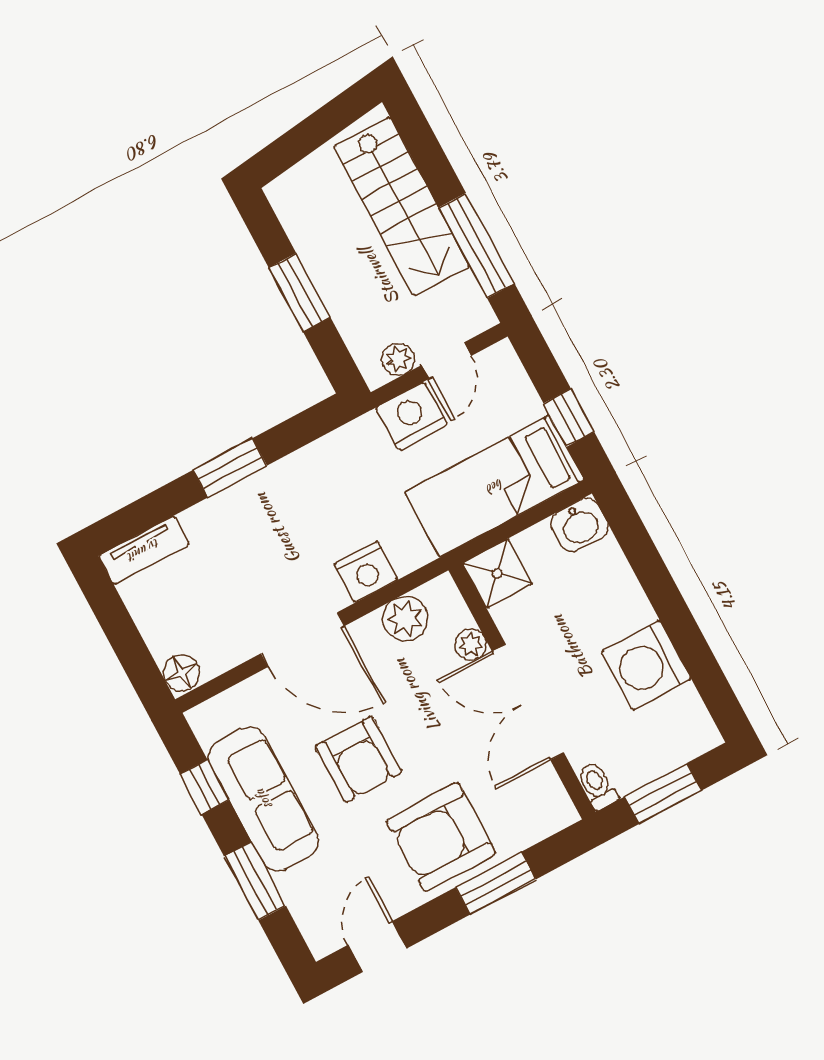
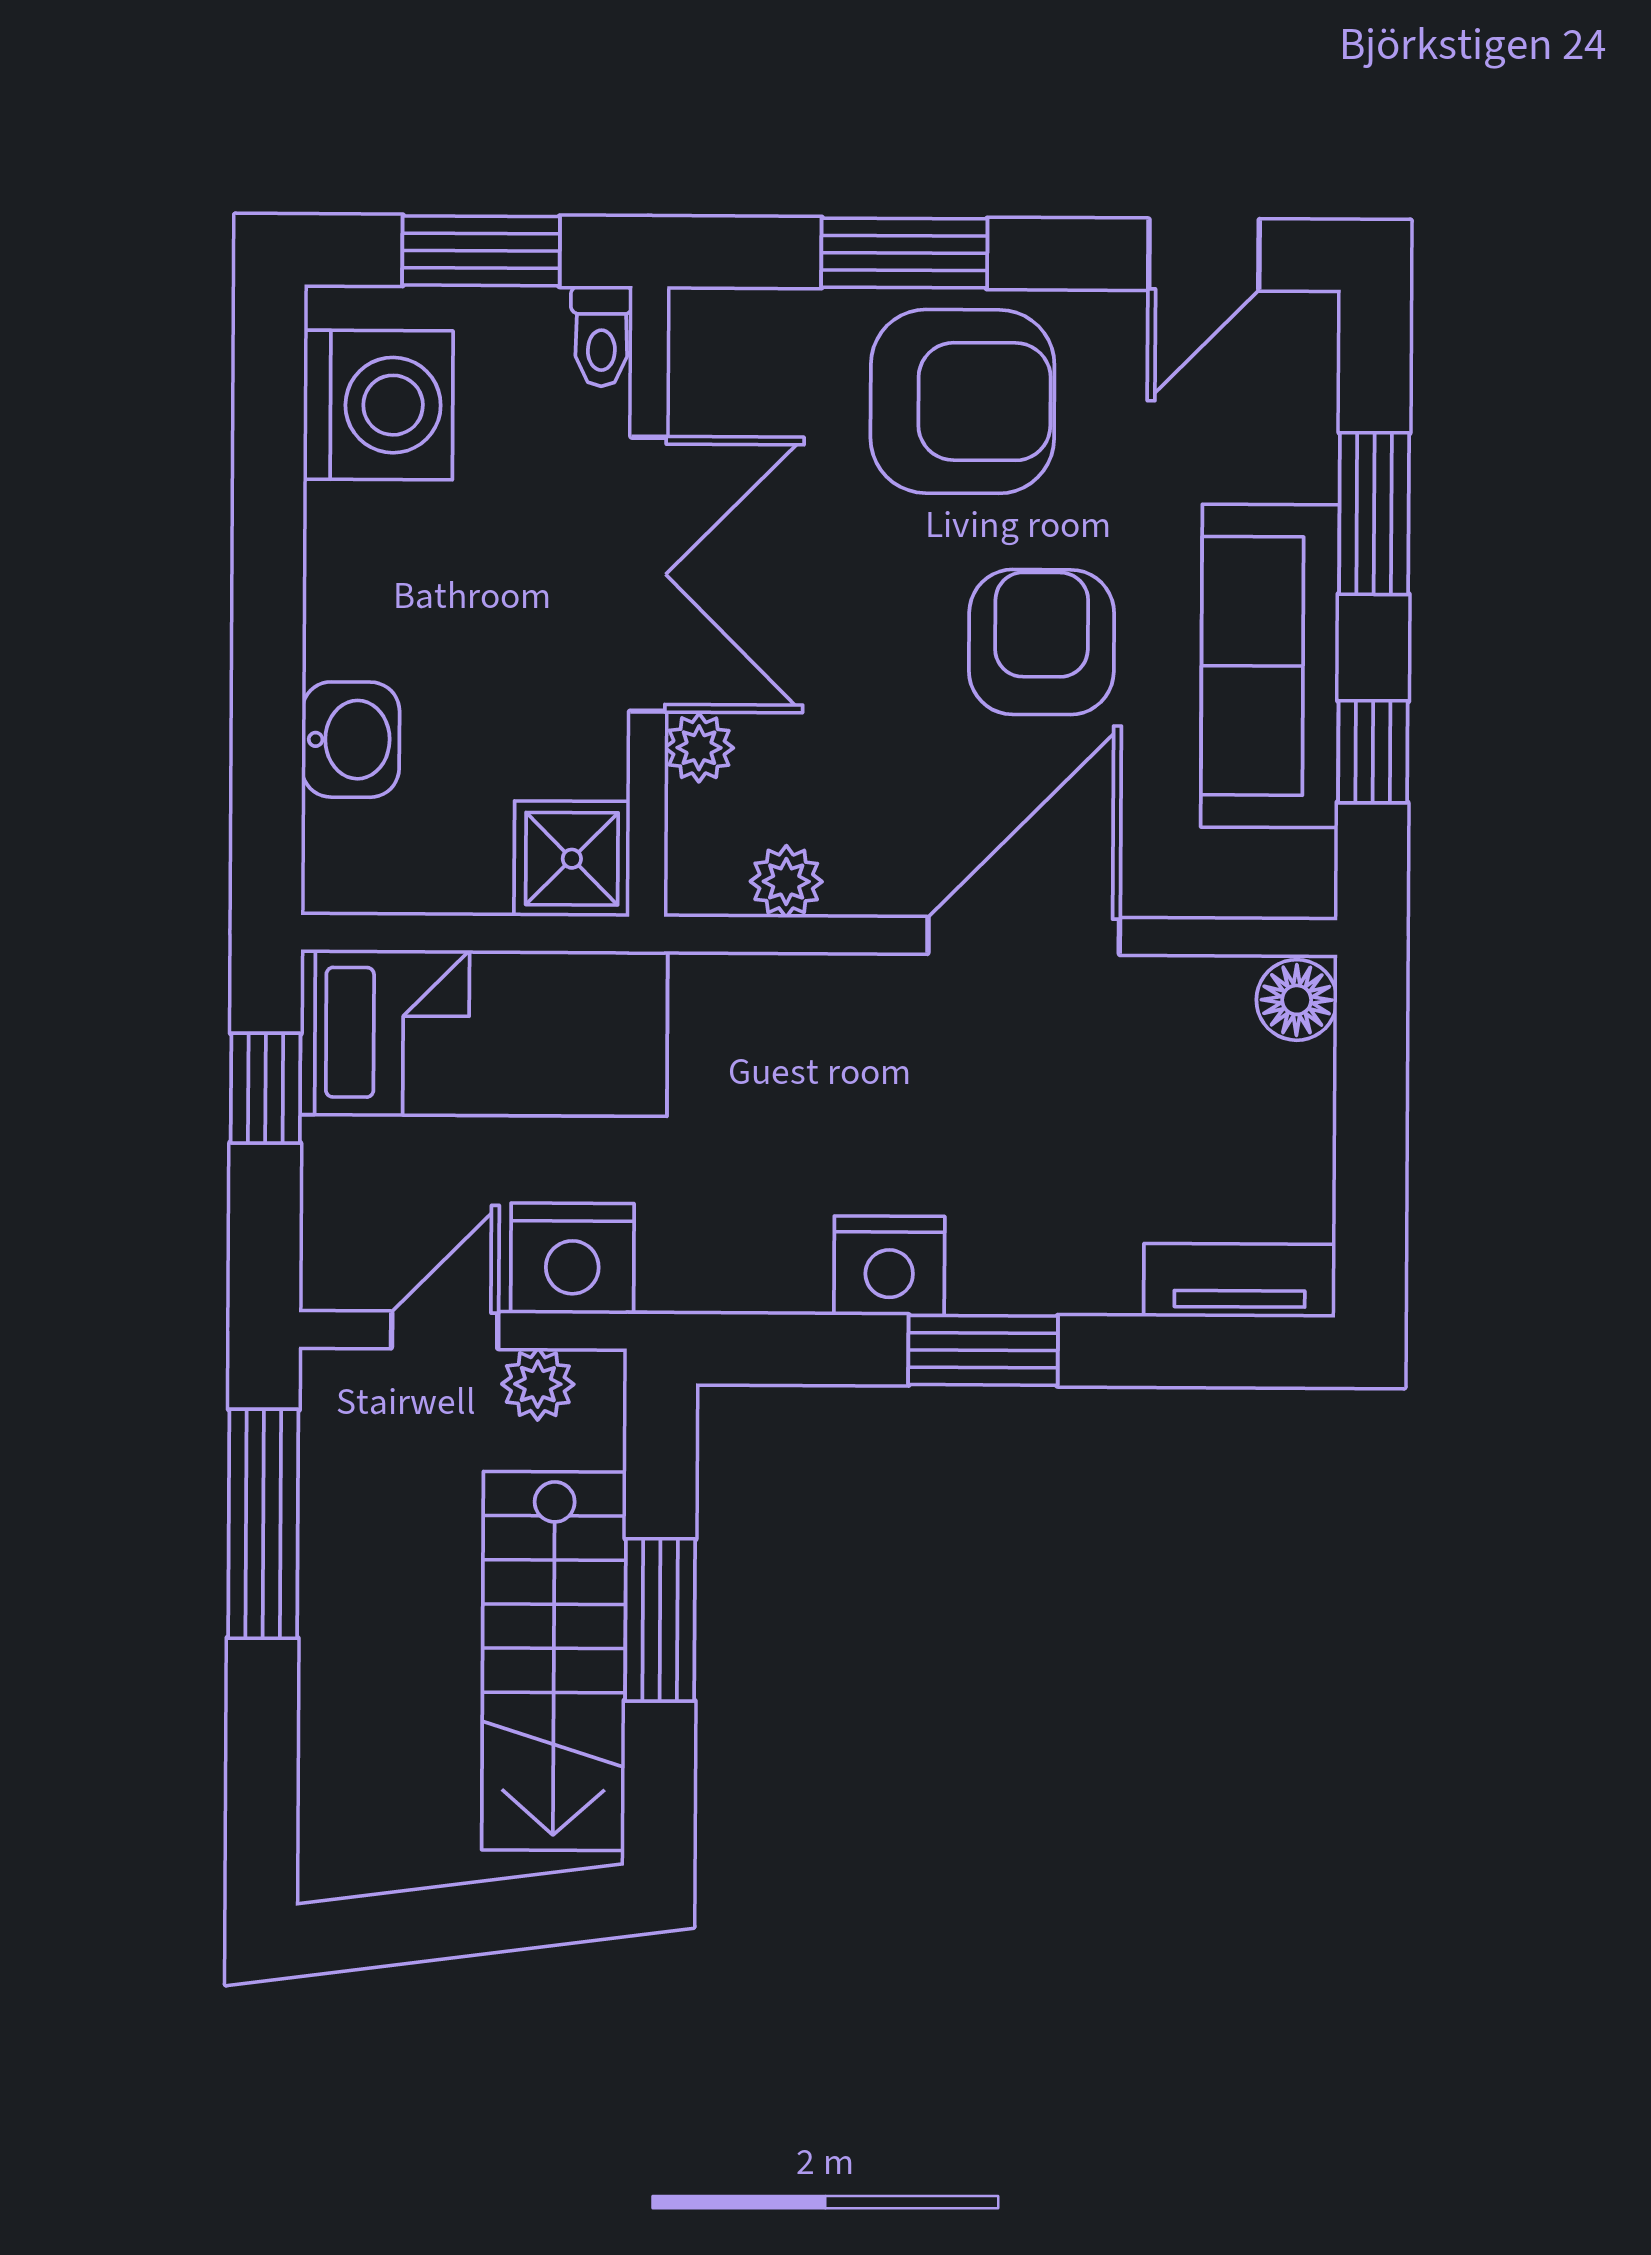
stairs: (402, 206) -> (554, 1661), moved, turned 180
washbasin: (579, 525) -> (351, 740), moved, turned 90
nightstand: (366, 572) -> (889, 1266), moved, turned 180
plant: (405, 619) -> (786, 881), width x0.73, depth x0.73
door: (303, 640) -> (1024, 936), hinge flipped
washing machine: (646, 665) -> (378, 405), moved

